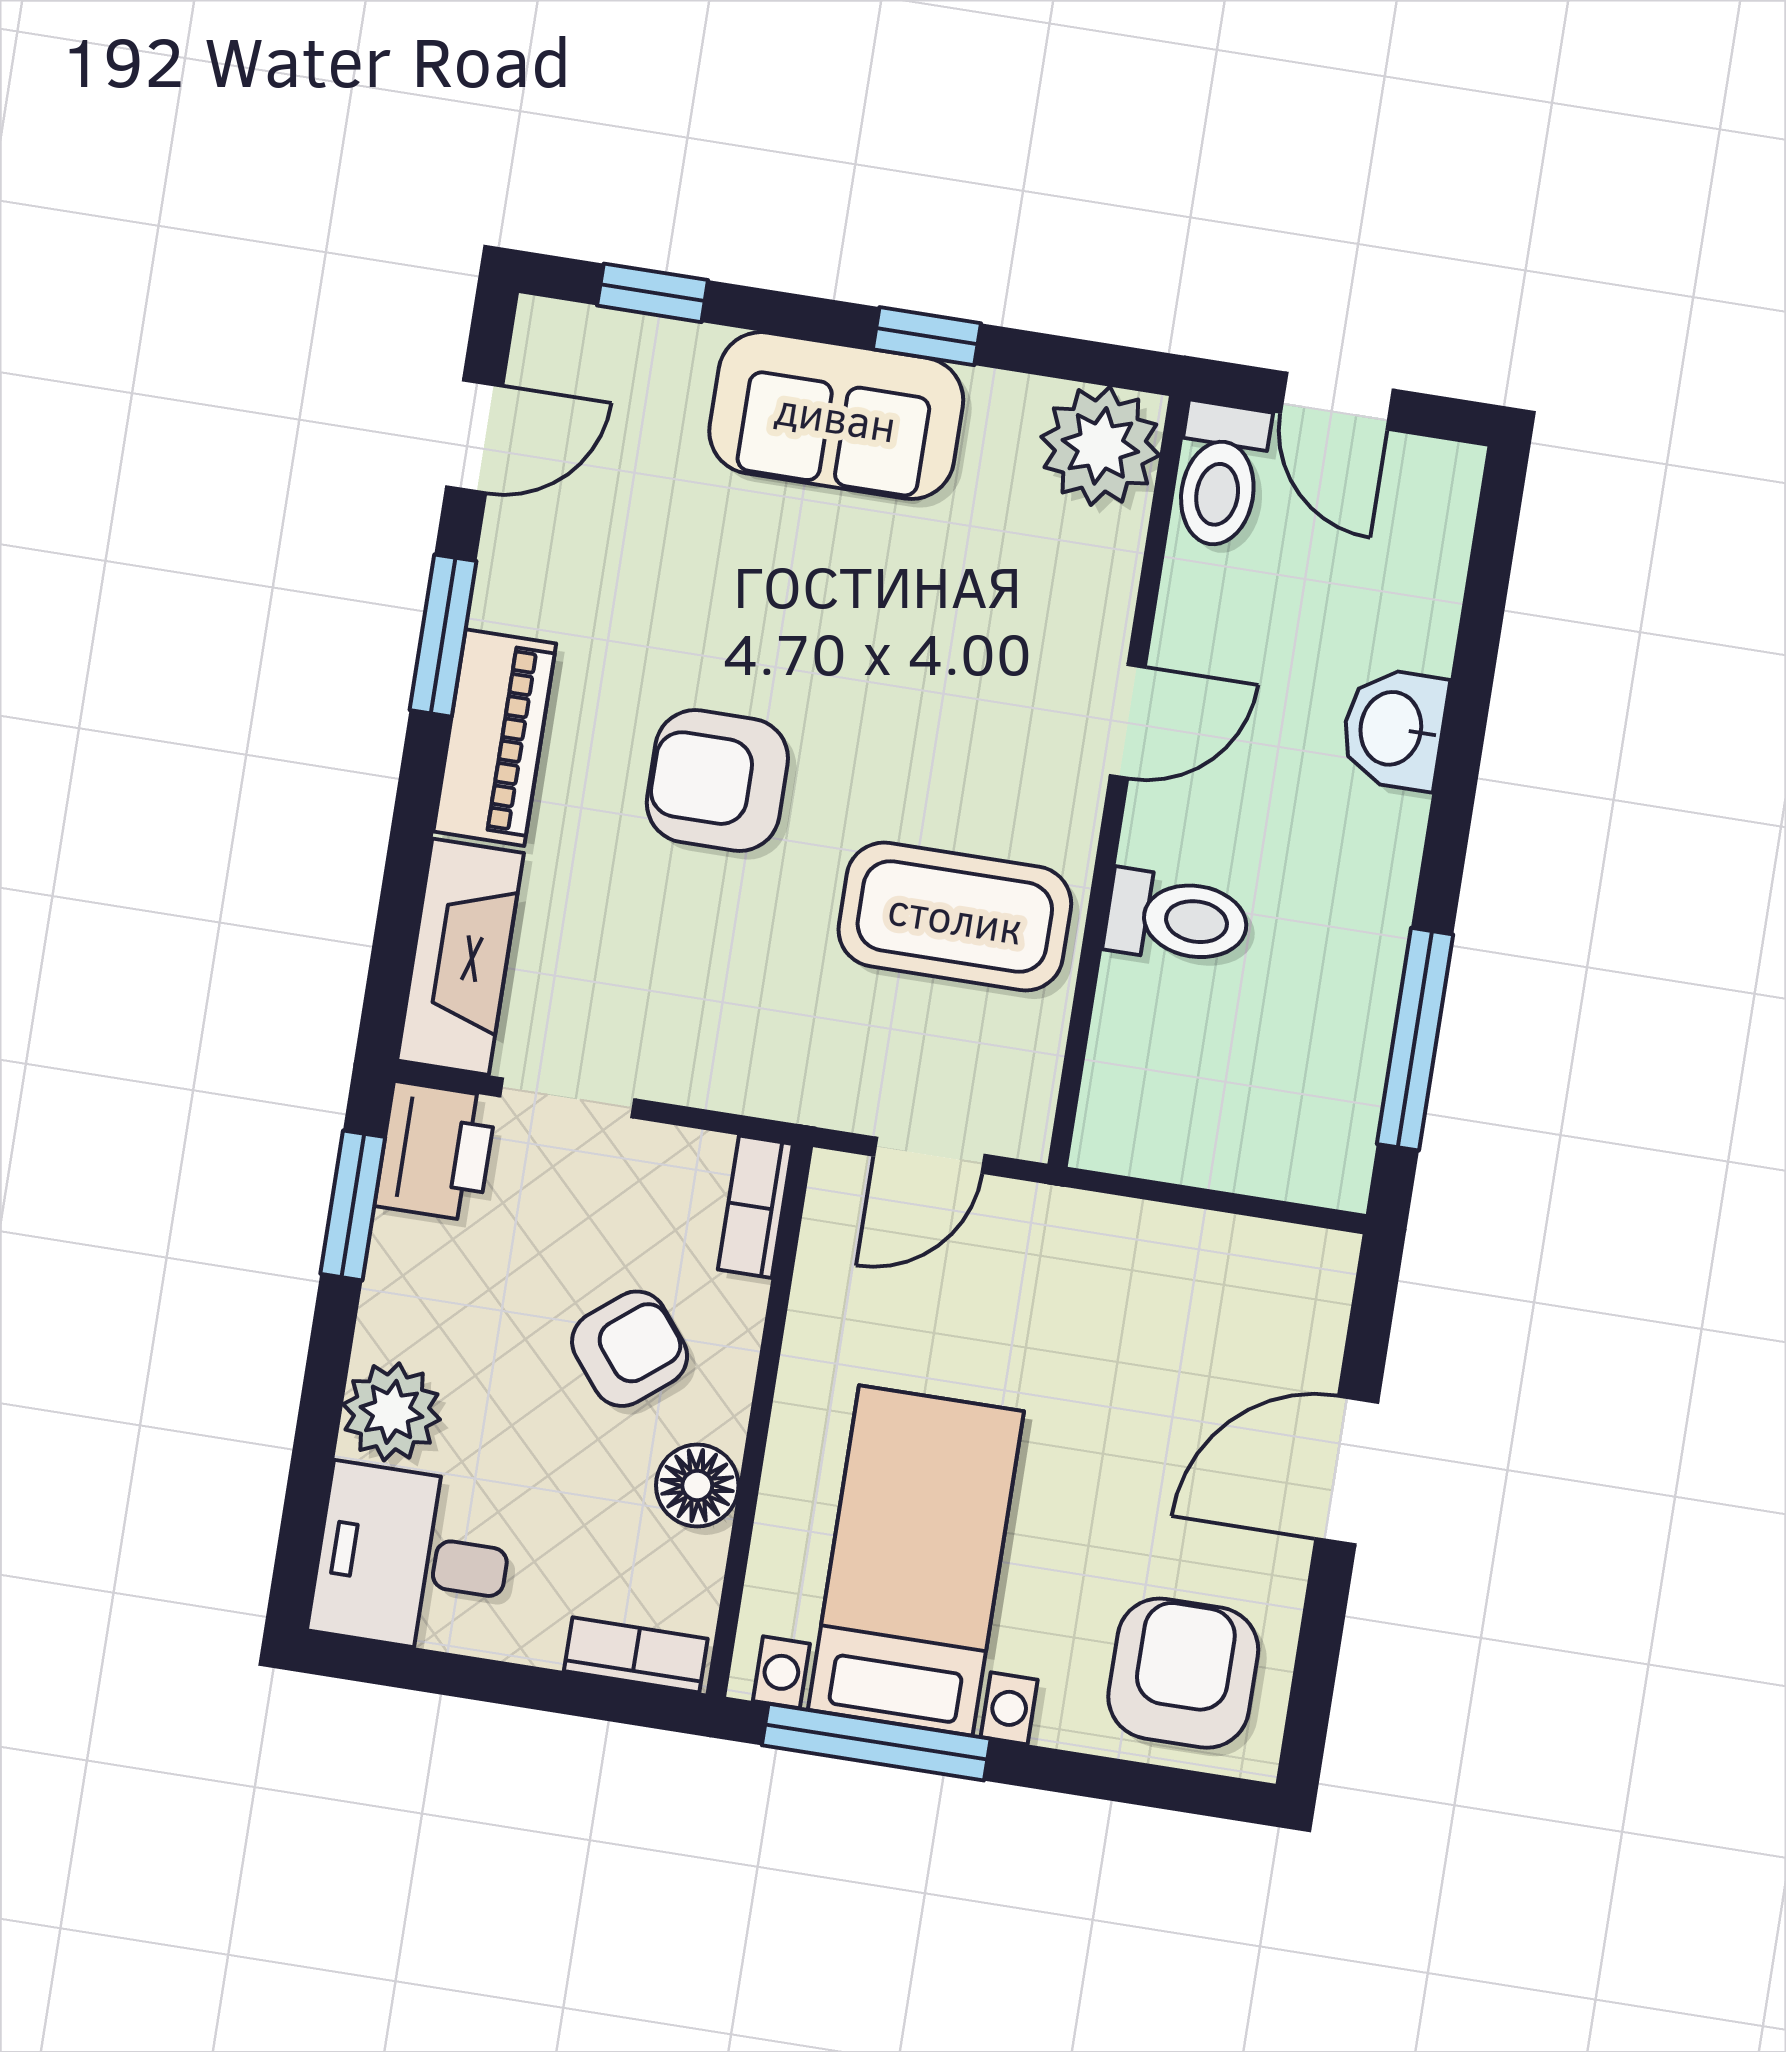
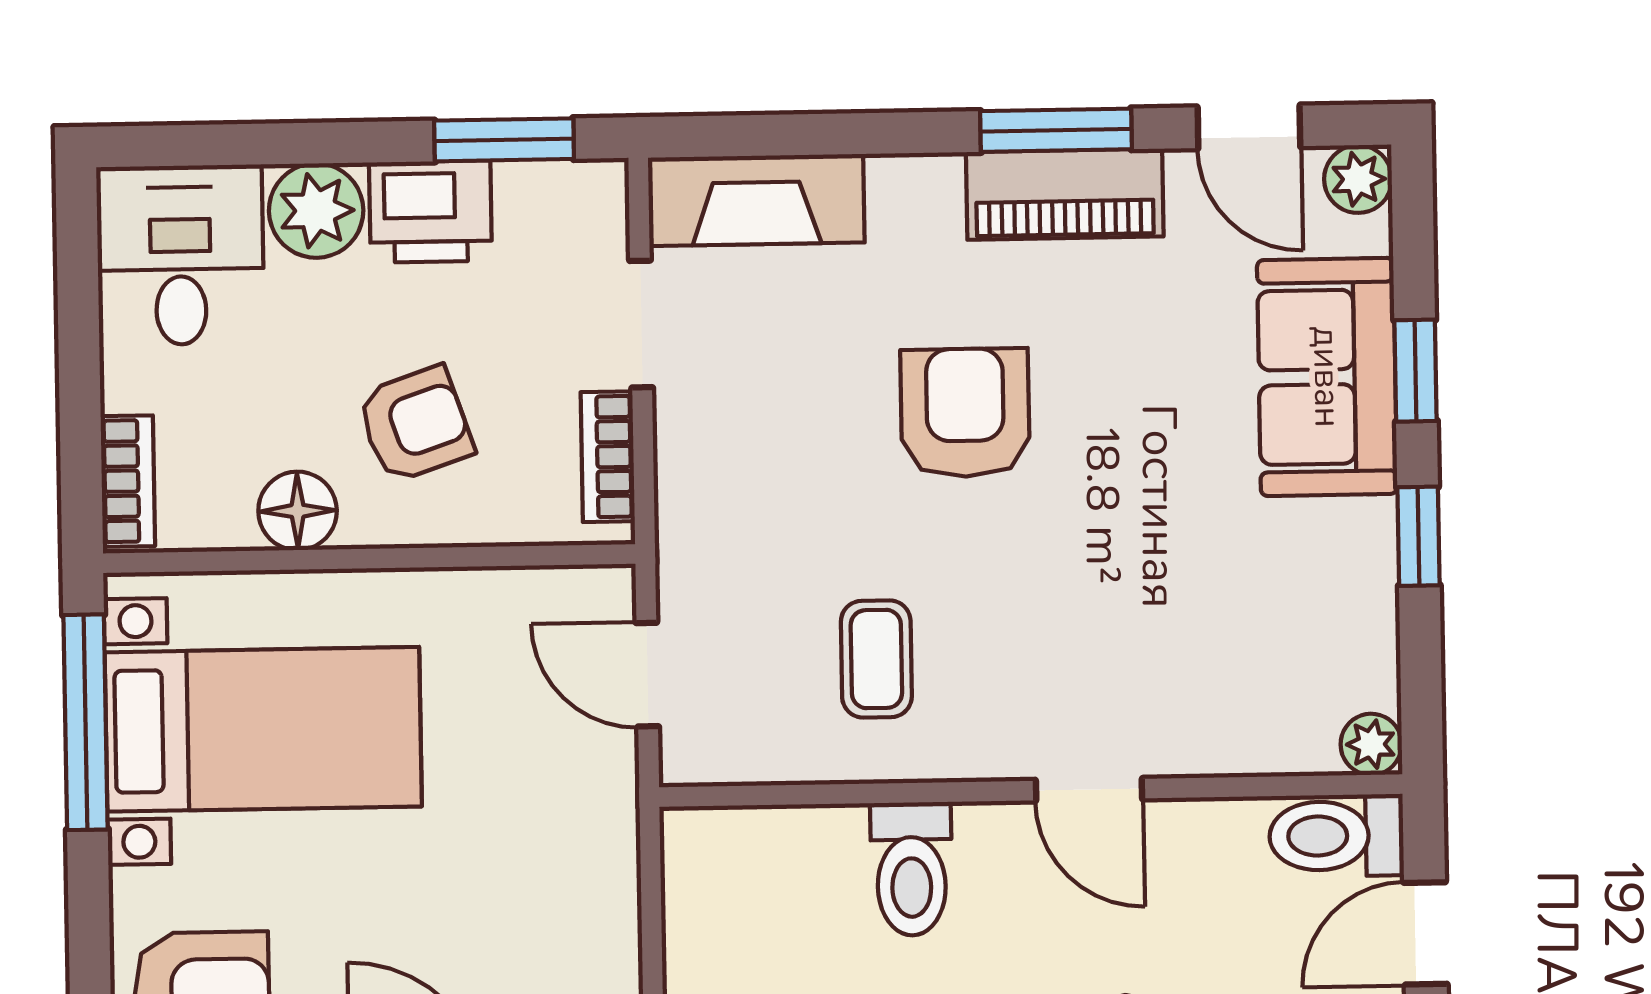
window: (653, 293) -> (1416, 371), moved
plant: (548, 334) -> (1358, 179), added
sofa: (836, 416) -> (1327, 377), moved
plant: (1100, 446) -> (1371, 744), width x0.53, depth x0.53
piano: (495, 738) -> (1065, 194), moved
coffee table: (955, 917) -> (876, 659), width x0.54, depth x0.58
printer: (436, 1152) -> (431, 212), moved
bookcase: (755, 1207) -> (608, 457), moved, turned -90
armchair: (630, 1349) -> (415, 424), turned -70

